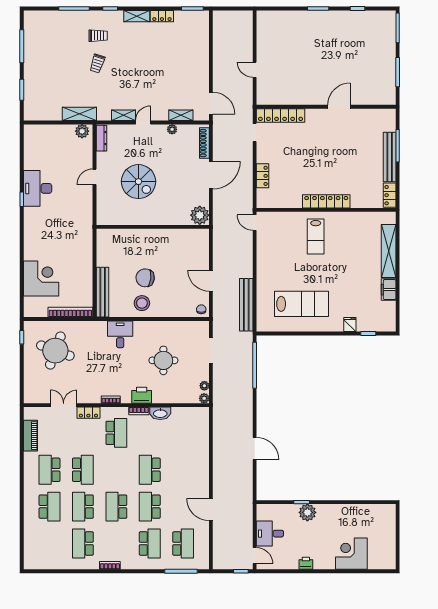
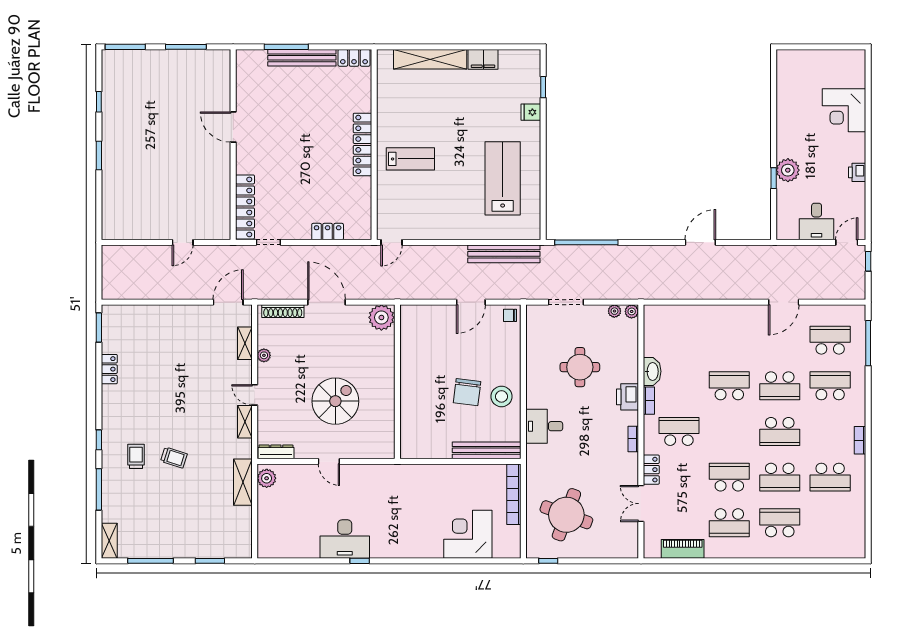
shelving: (137, 16) -> (109, 541), moved
school desk: (150, 470) -> (729, 386), turned 180

